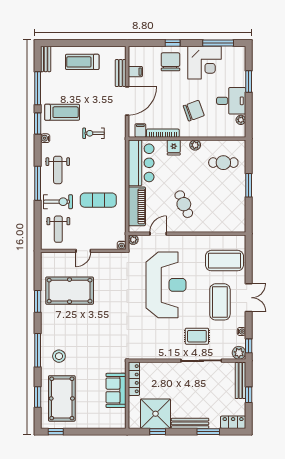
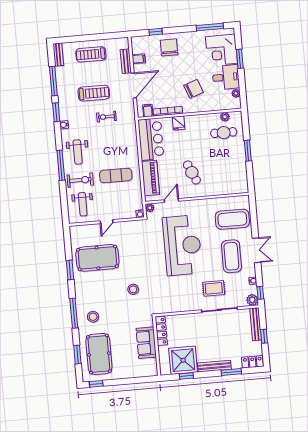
window: (173, 43) -> (156, 32), moved
corner desk: (204, 63) -> (221, 50), moved, turned 90
treadmill: (62, 112) -> (94, 93), moved
plant: (195, 145) -> (225, 117), moved
stool: (107, 329) -> (133, 289), added

